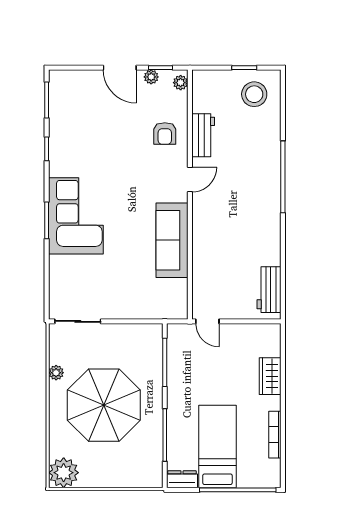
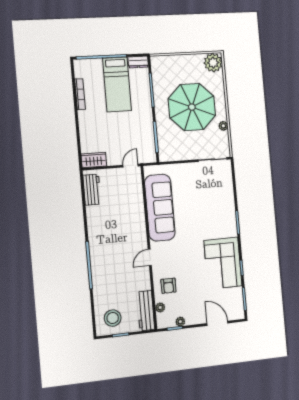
door: (120, 68) -> (217, 323), moved
plant: (181, 83) -> (160, 307), moved
armchair: (165, 133) -> (168, 286), turned 180
workbench: (203, 135) -> (146, 311), moved, width x1.37
corner sofa: (76, 216) -> (223, 263), moved
sofa: (172, 240) -> (160, 208), width x1.36, depth x1.27
door: (207, 321) -> (131, 166), hinge flipped
wardrobe: (270, 376) -> (94, 160), moved, turned -90

